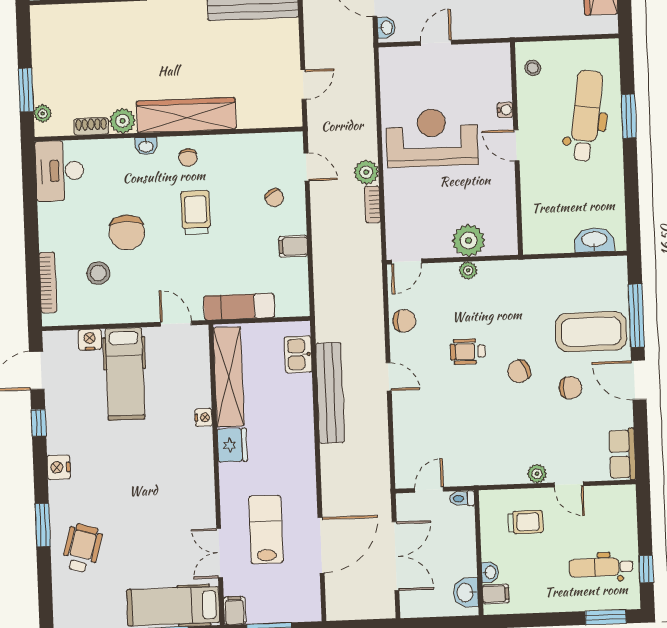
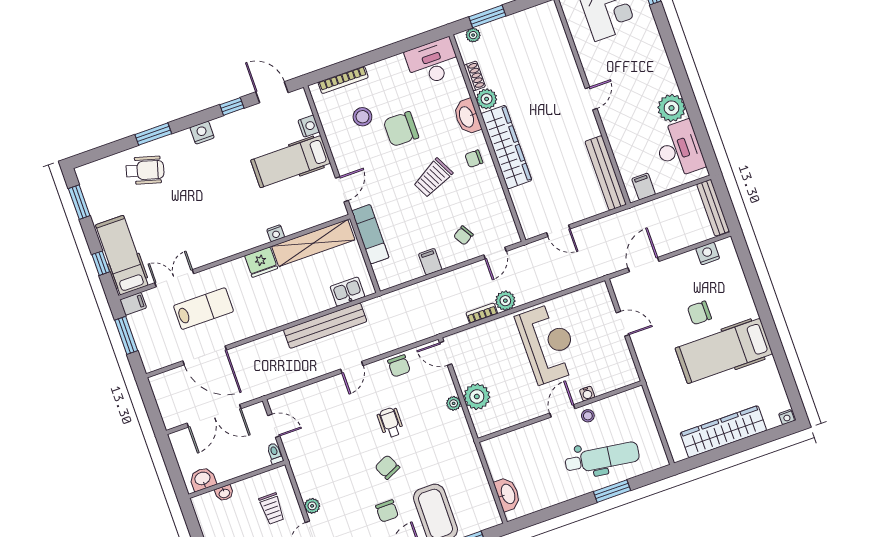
washbasin: (386, 28) -> (623, 281), removed
stool: (533, 68) -> (588, 416), moved
washbasin: (146, 146) -> (467, 117), width x1.91, depth x1.45
trolley: (196, 212) -> (433, 178), turned 153
filing cabinet: (496, 594) -> (209, 503), removed

